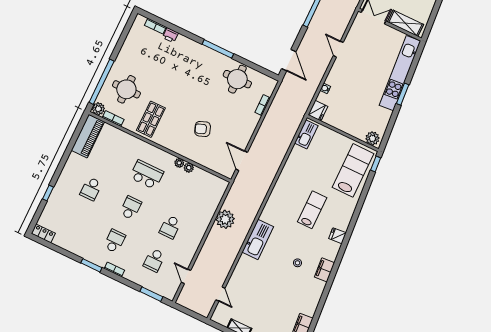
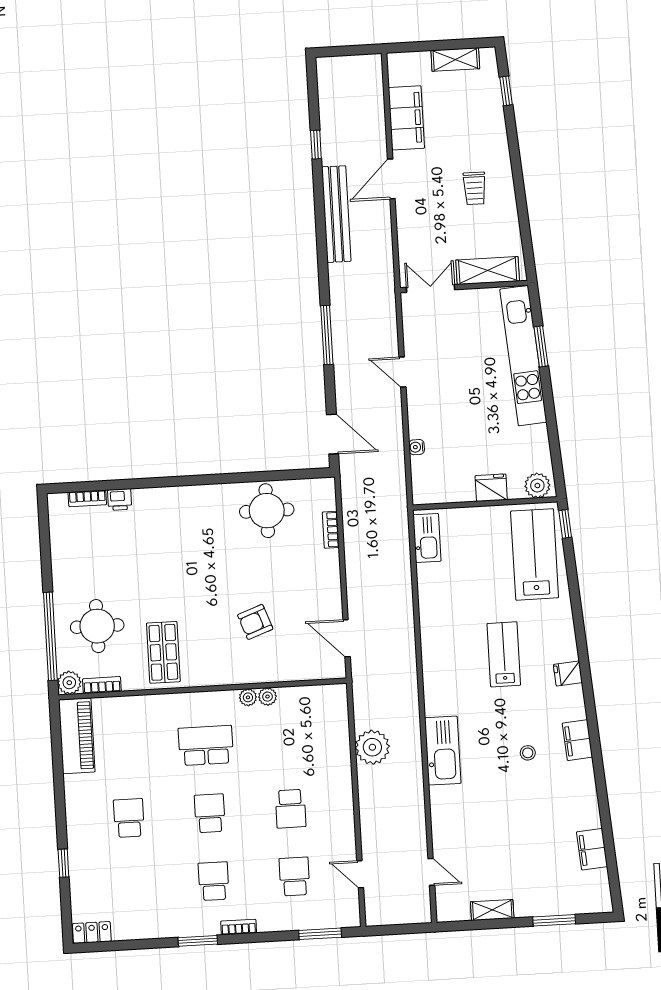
window: (218, 49) -> (208, 479), removed
window: (403, 94) -> (541, 346), moved
fridge: (318, 111) -> (491, 488), moved, turned -90
school desk: (91, 189) -> (129, 818), turned 180
school desk: (154, 260) -> (294, 876), turned 180

